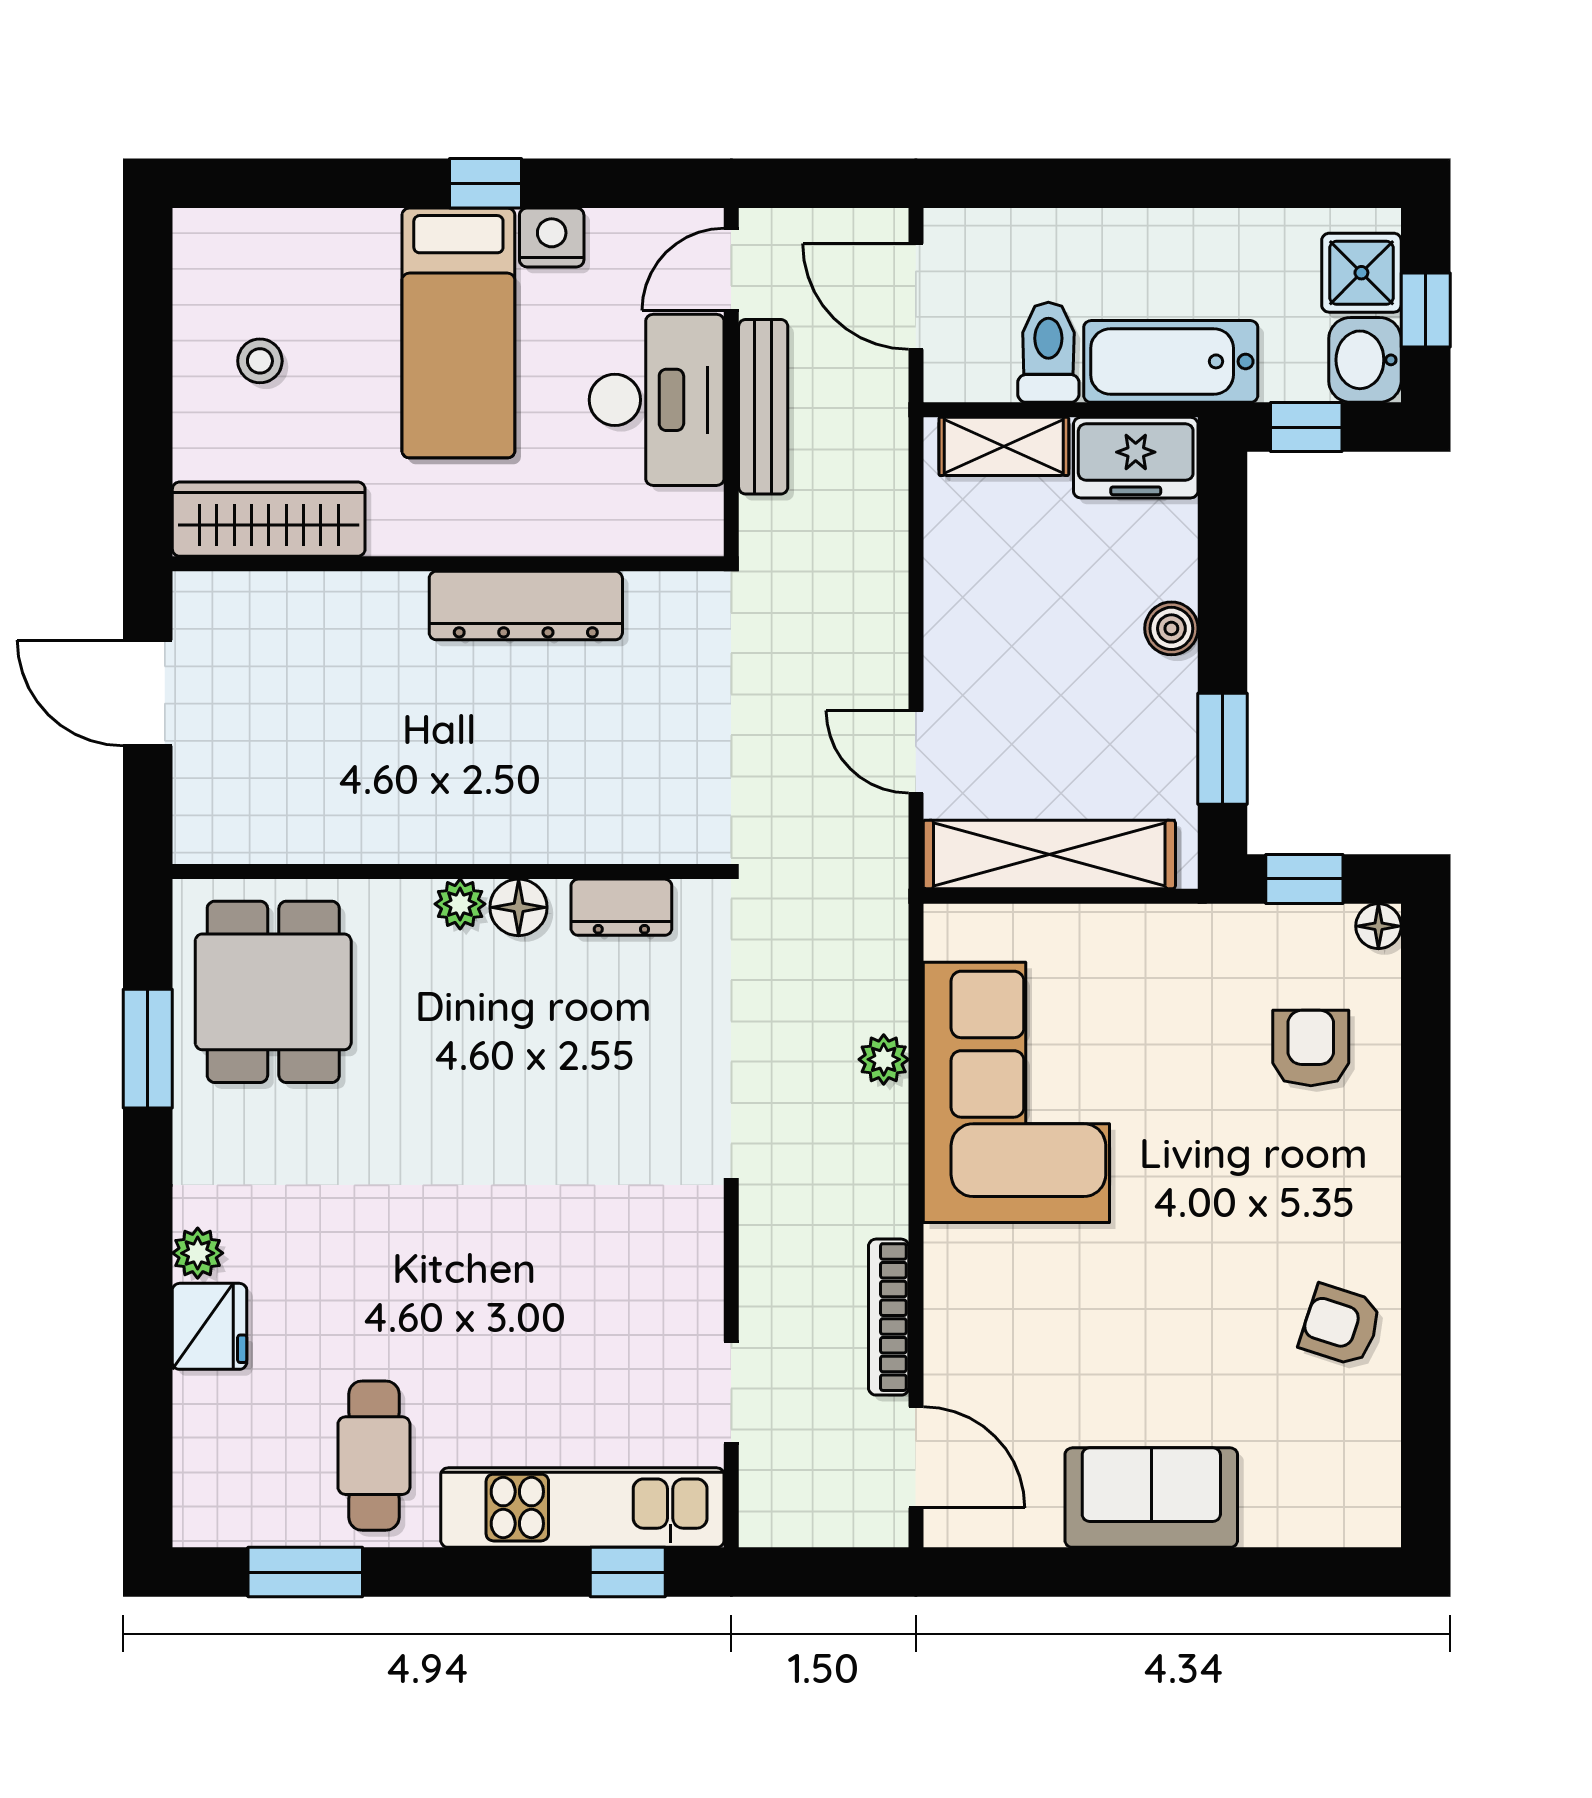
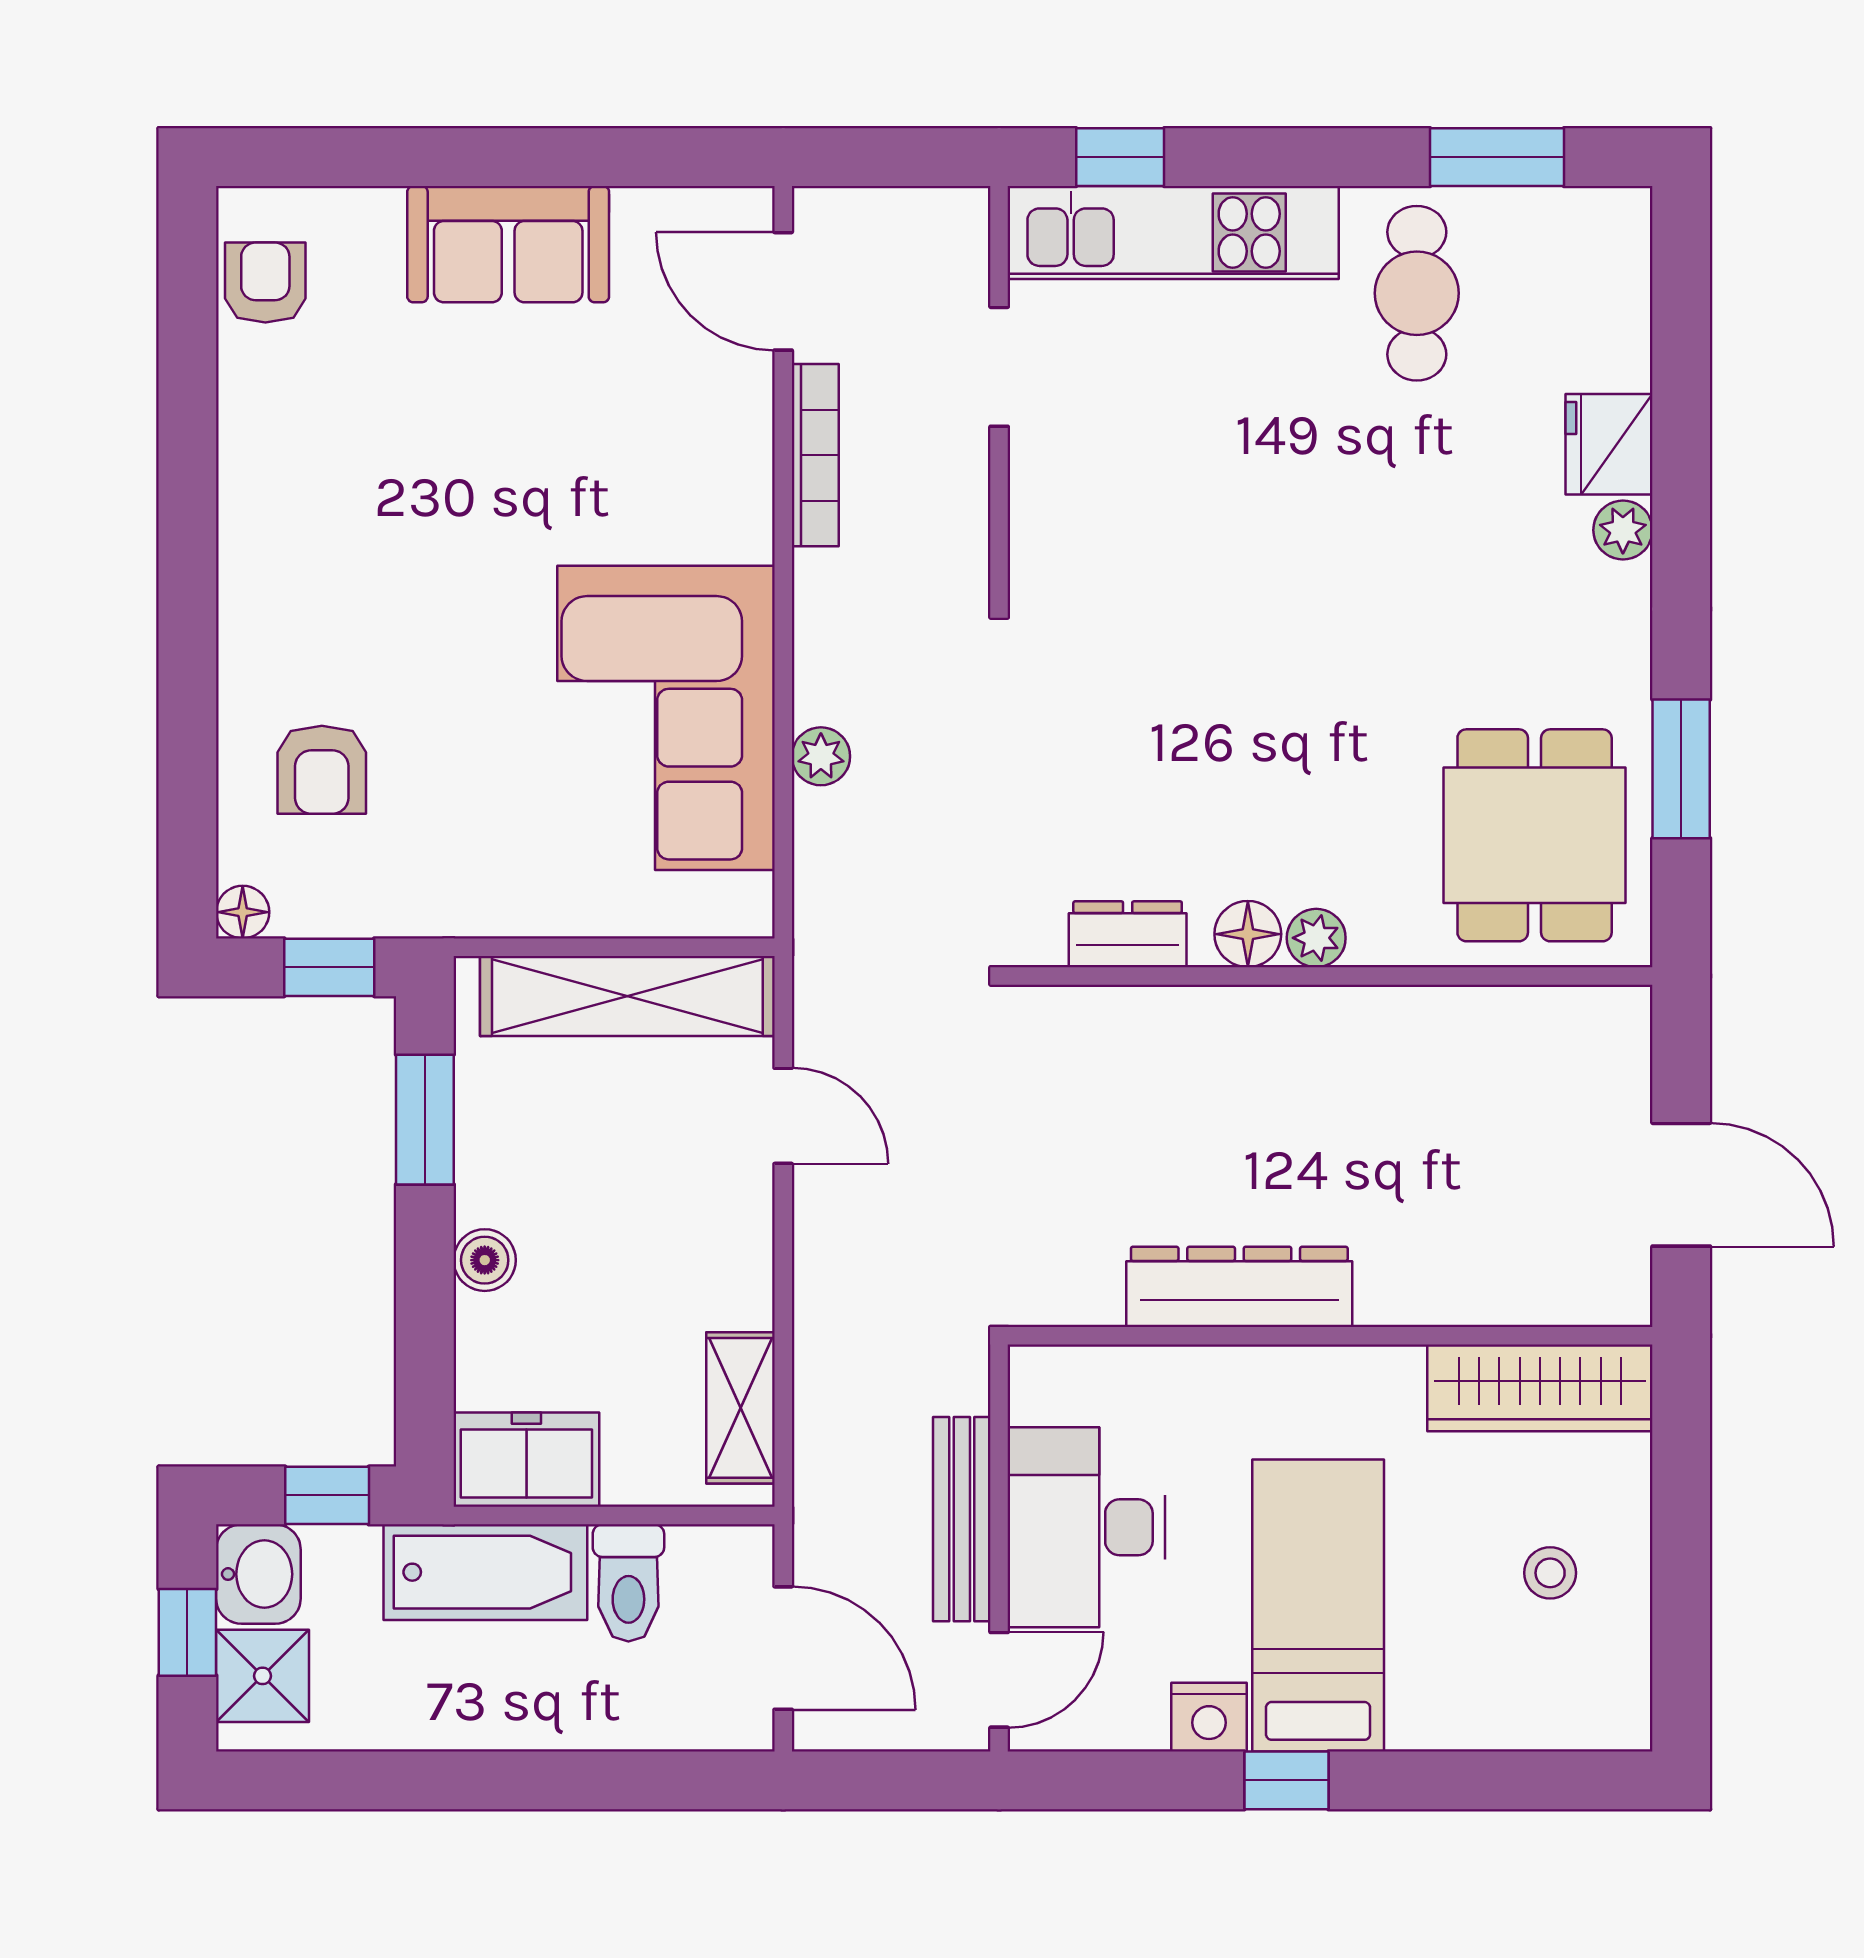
shelving: (1004, 446) -> (741, 1408), moved, turned 90
armchair: (1341, 1325) -> (265, 283), moved, turned -108

